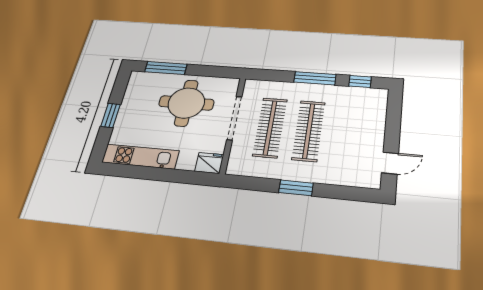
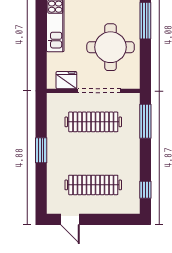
window: (315, 78) -> (145, 121), moved
clothes rail: (309, 131) -> (93, 185), moved
fridge: (209, 163) -> (66, 80), moved, turned -90

